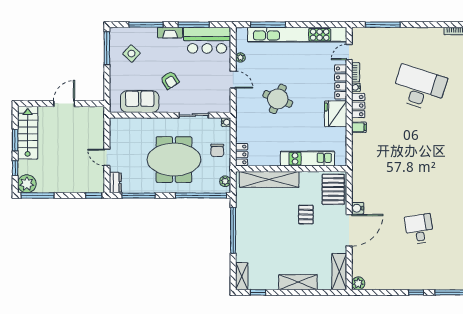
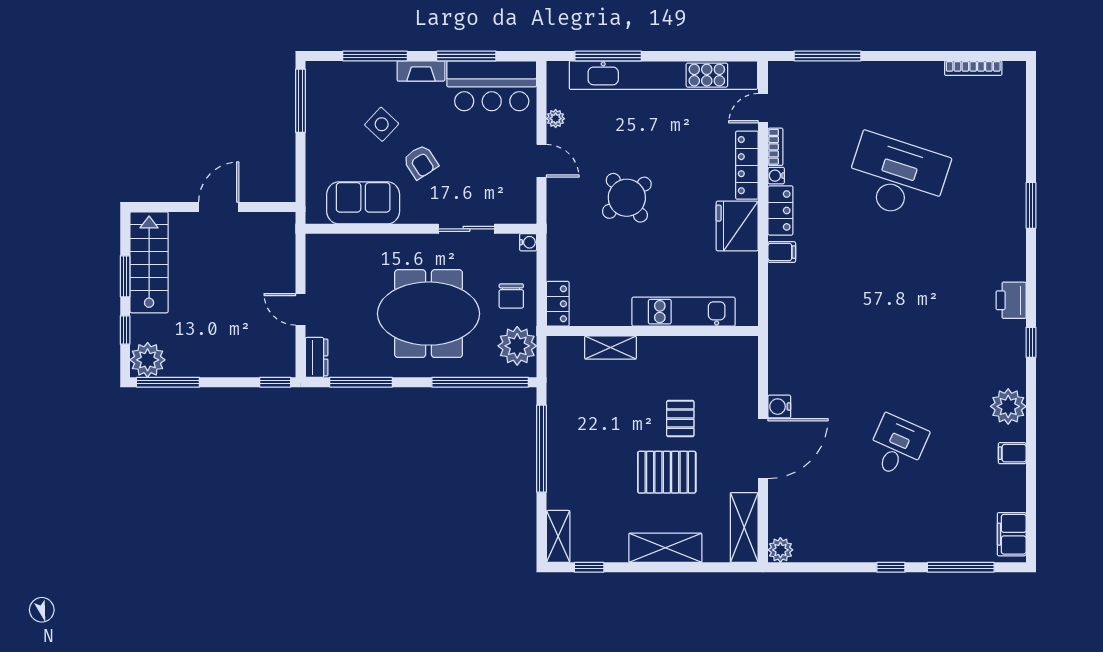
side table: (131, 54) -> (382, 124), moved
round table: (278, 99) -> (627, 198), turned 30
shelving: (269, 179) -> (610, 348), width x0.45, depth x0.75
plant: (225, 181) -> (517, 346), width x1.88, depth x1.88
pallet: (333, 189) -> (667, 472), moved, turned 90
desk: (419, 229) -> (897, 446), turned 33

